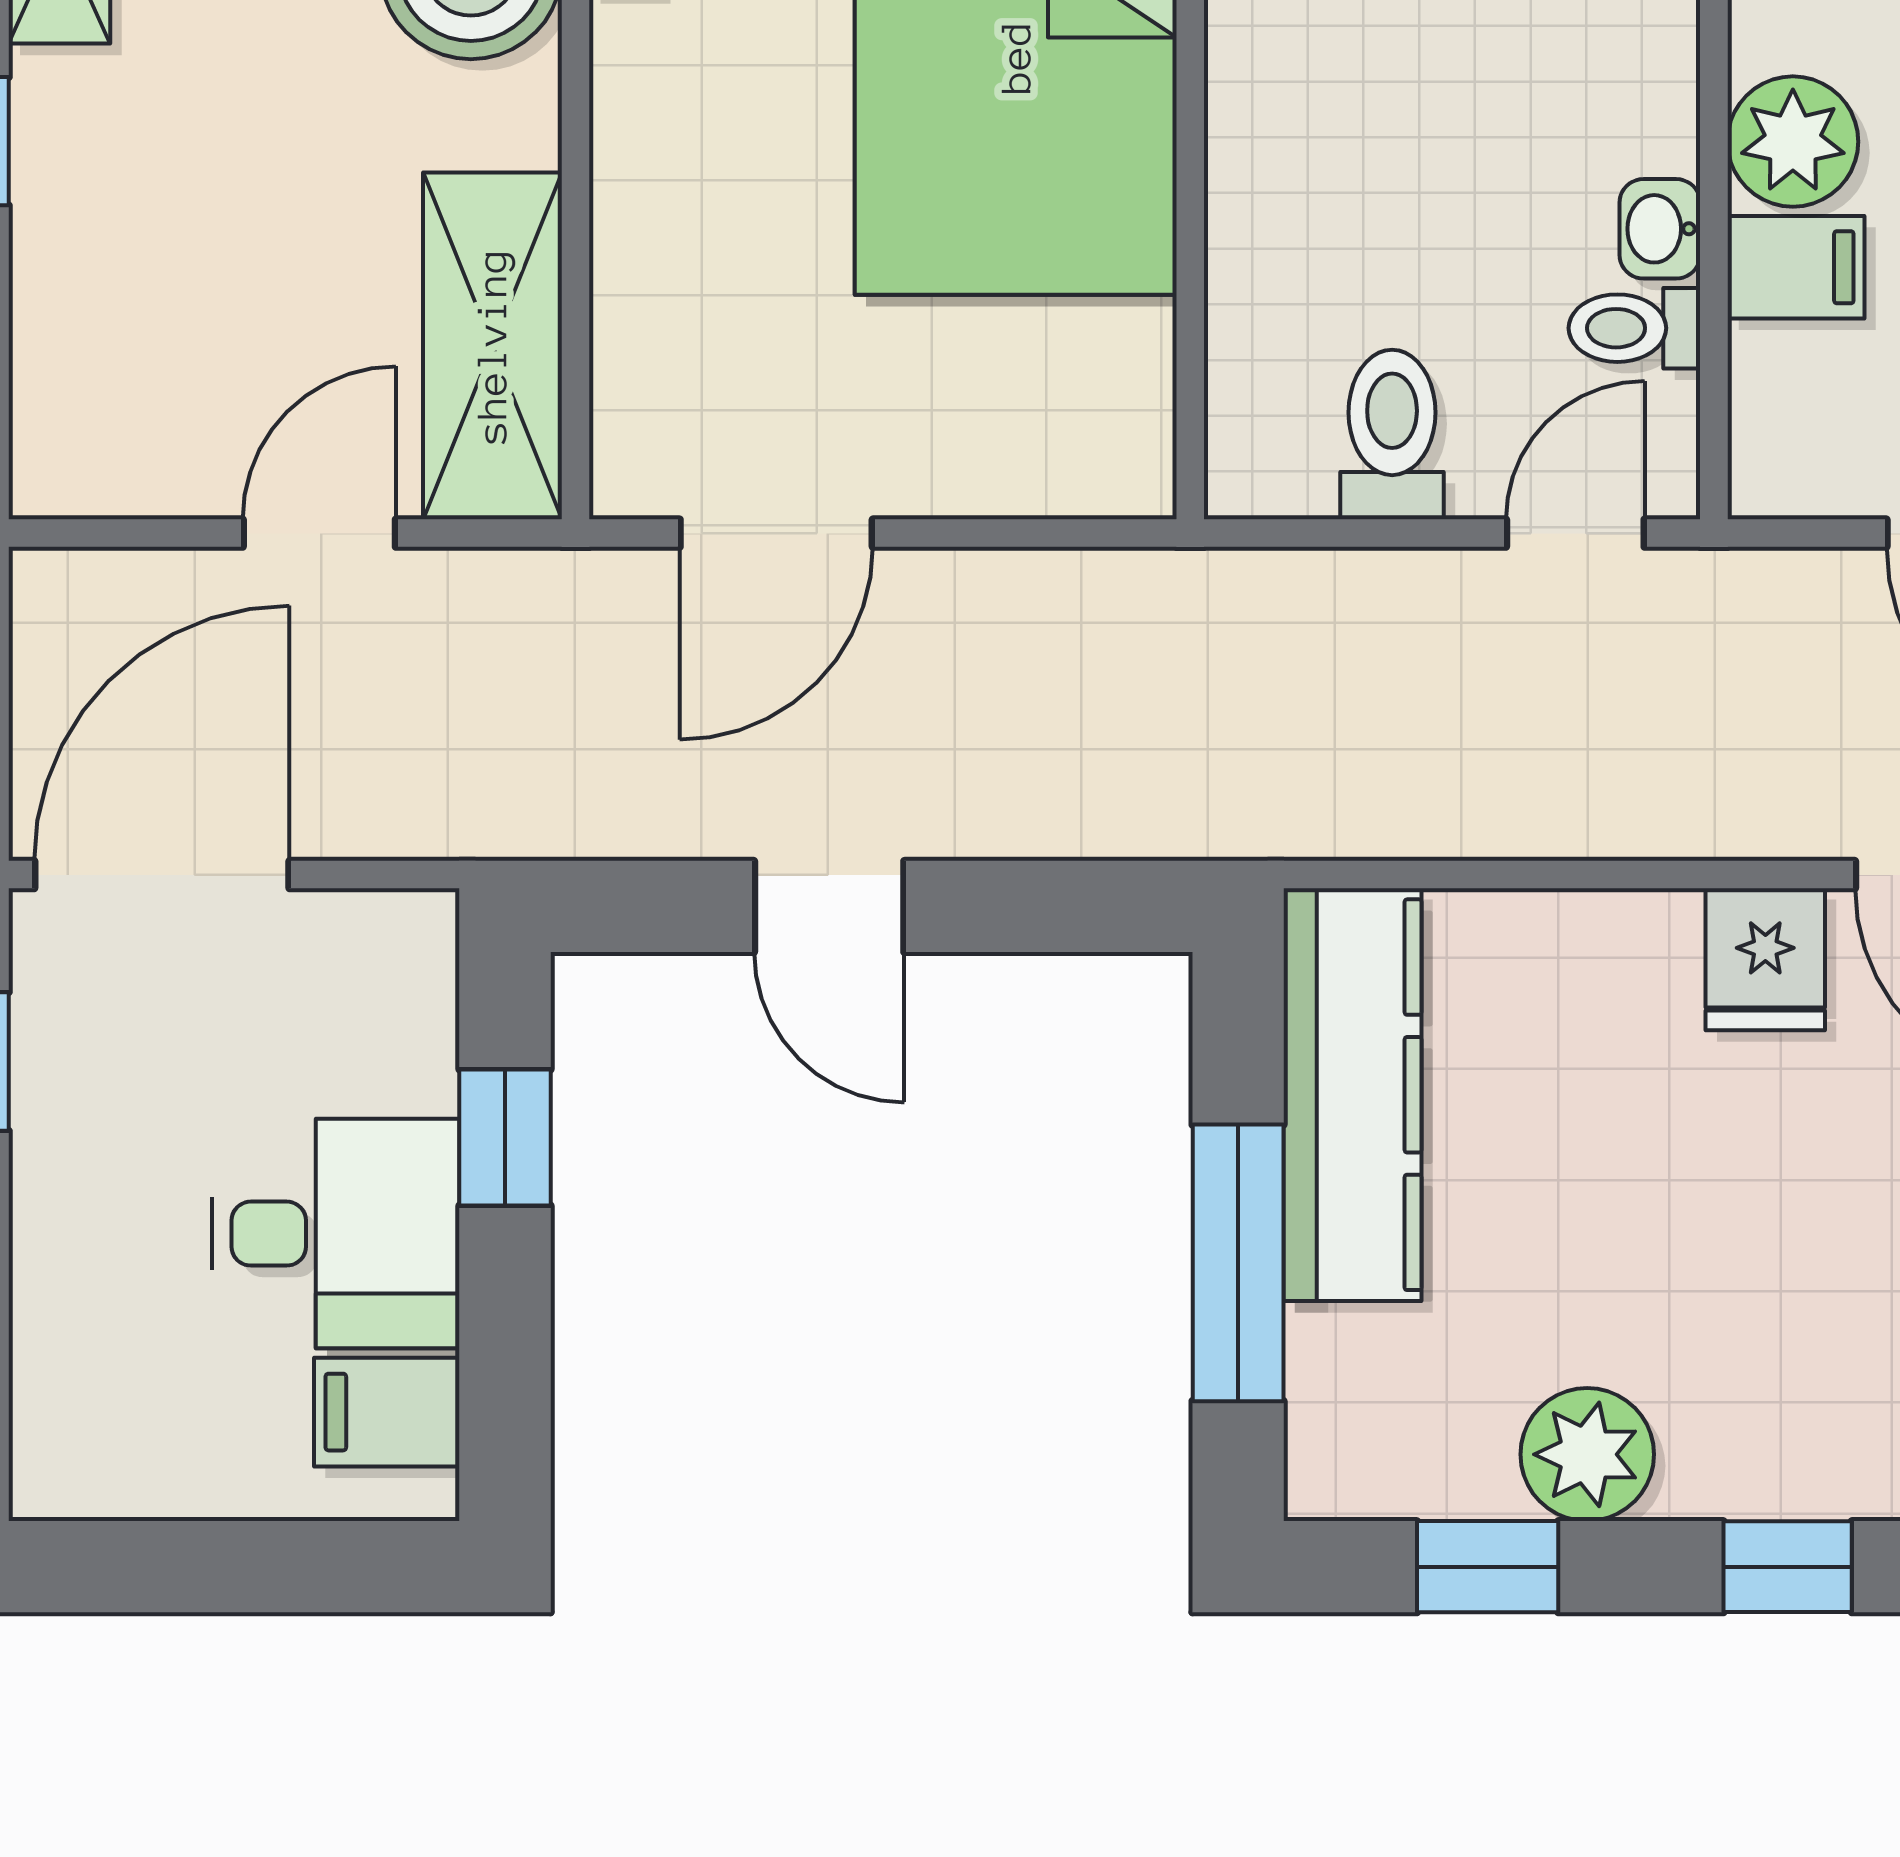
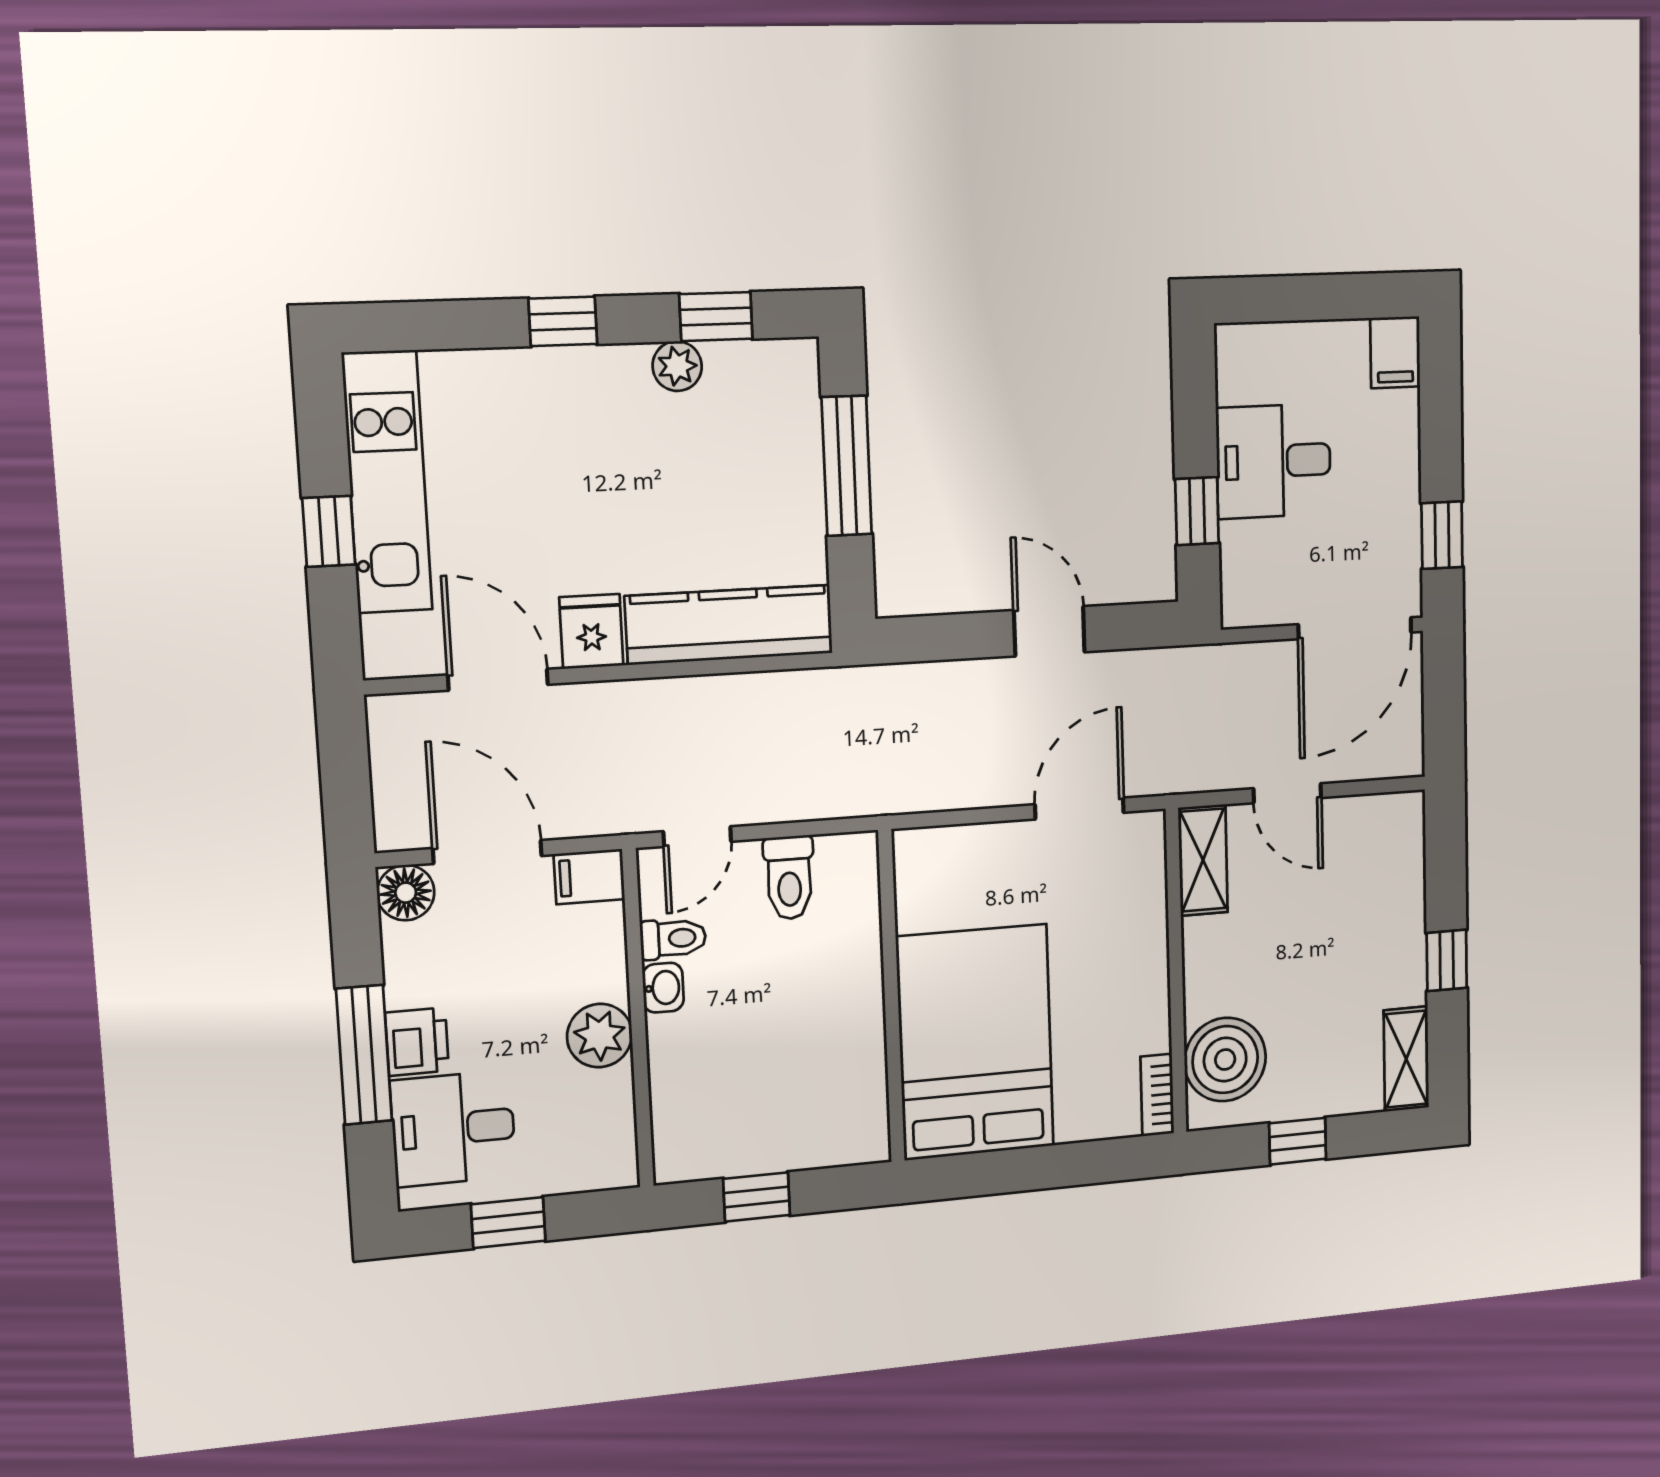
filing cabinet: (1796, 267) -> (589, 877), moved
shelving: (492, 346) -> (1203, 860), width x0.67, depth x0.75
door: (319, 533) -> (1287, 793), hinge flipped
kitchen counter: (1352, 1095) -> (729, 625), moved, turned 90
filing cabinet: (387, 1412) -> (1395, 352), moved, turned 90
plant: (1587, 1454) -> (677, 366), width x0.73, depth x0.73

